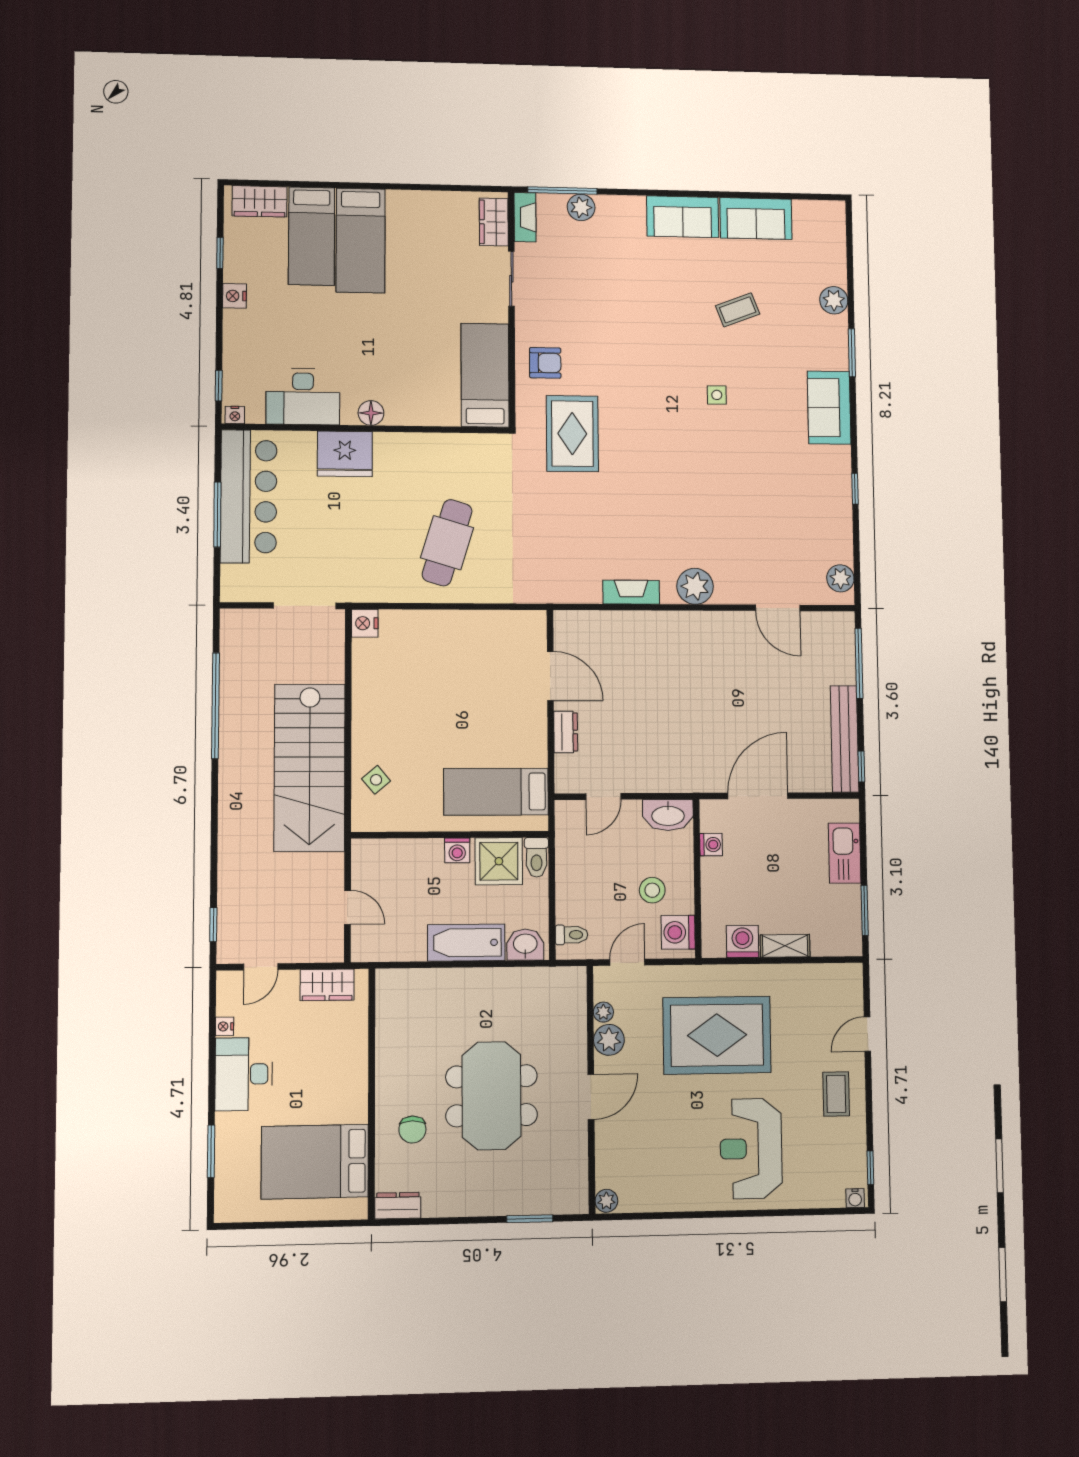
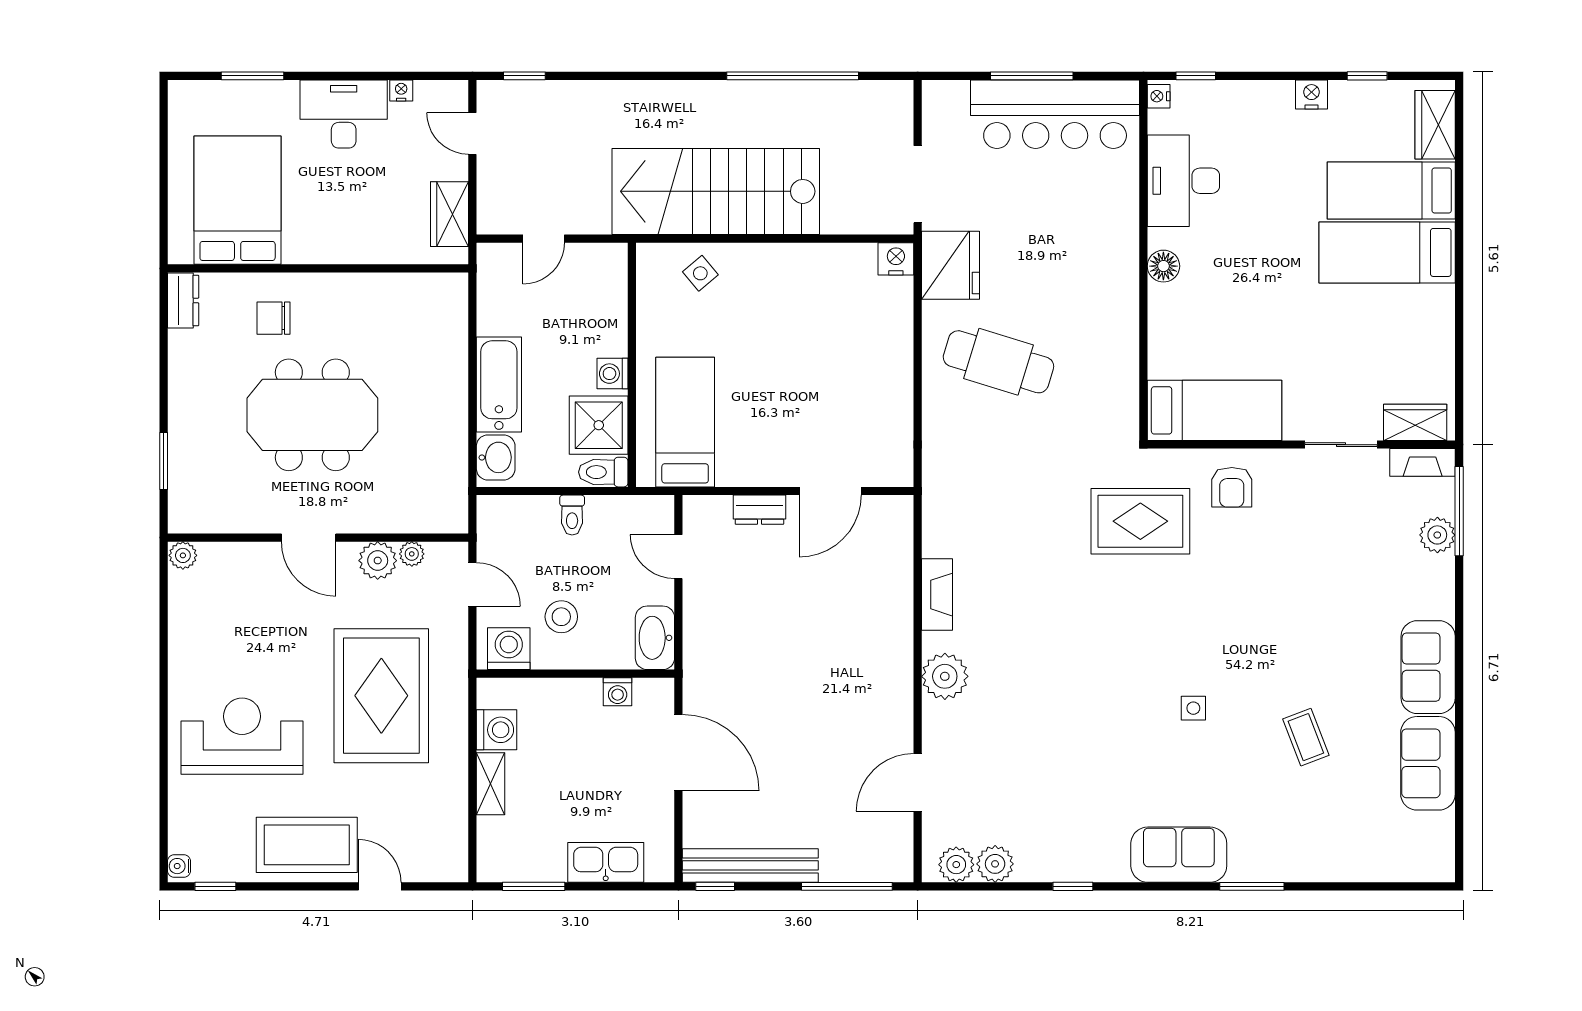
plant: (834, 300) -> (995, 864), moved
fridge: (345, 454) -> (951, 265), moved, turned 180
toilet: (572, 935) -> (572, 515), moved
coffee table: (836, 1094) -> (307, 845), width x1.86, depth x1.72

